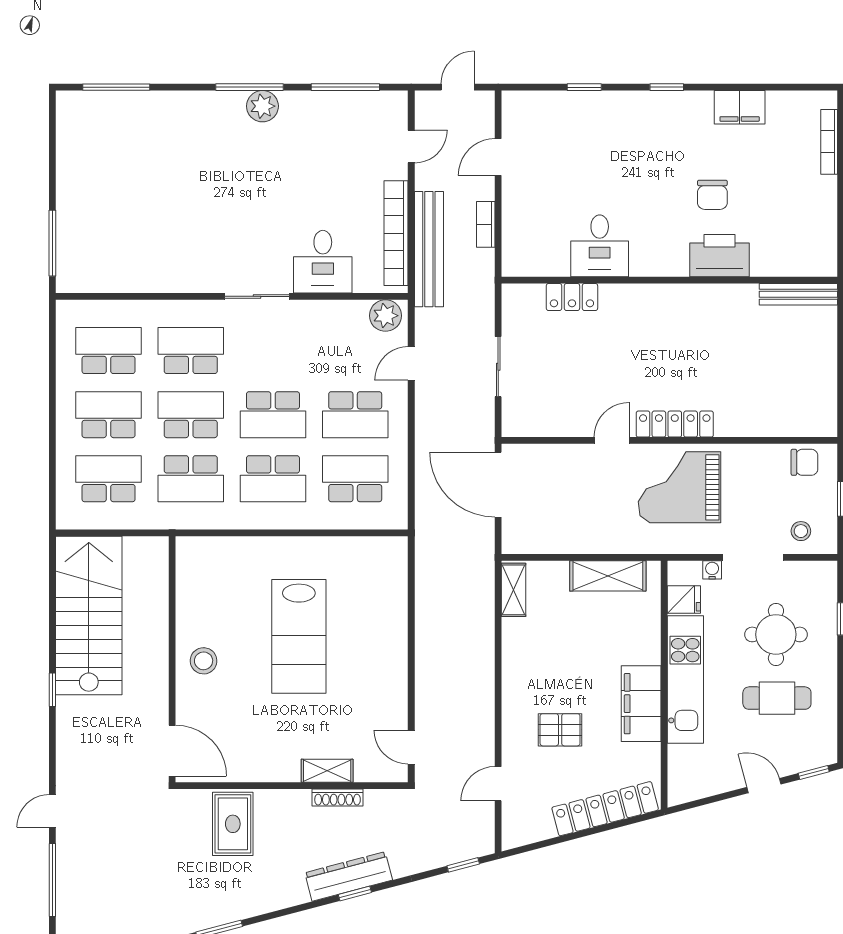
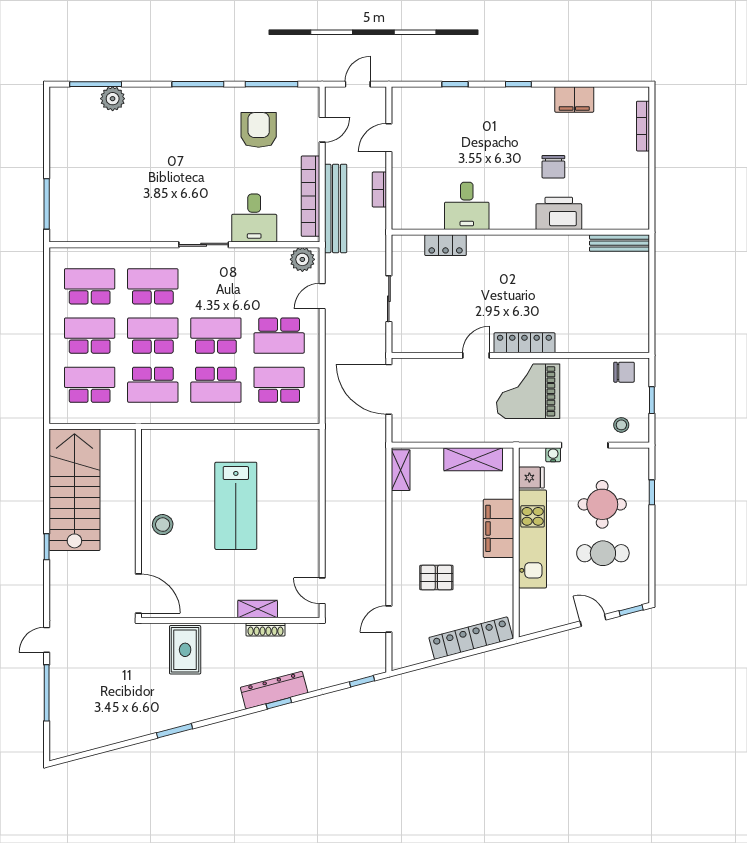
plant: (262, 106) -> (113, 99), moved
armchair: (329, 147) -> (259, 130), added
school desk: (273, 415) -> (216, 336), turned 180
filing cabinet: (641, 704) -> (499, 528), moved

